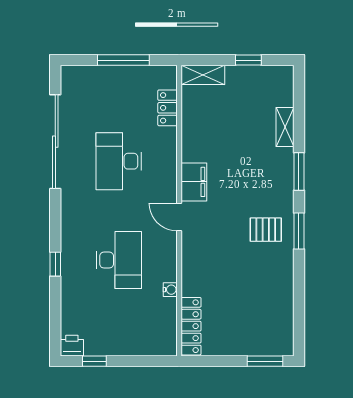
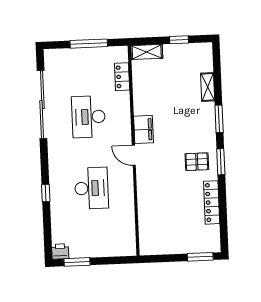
water cooler: (170, 290) -> (130, 208), removed
locker: (191, 326) -> (212, 202), moved, turned 180
window: (94, 361) -> (77, 262), width x1.50

